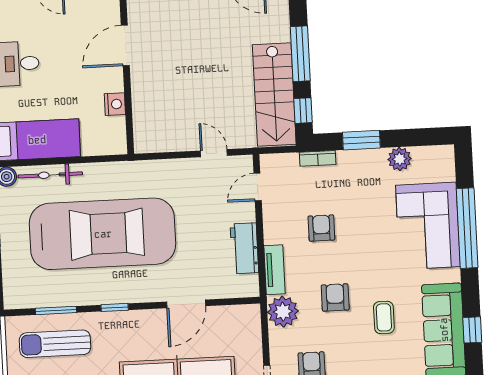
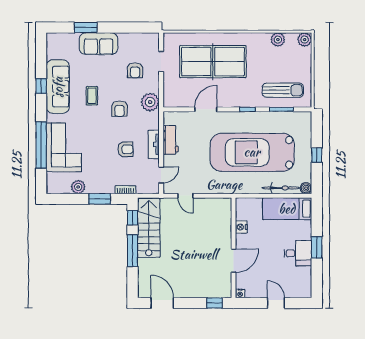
armchair: (321, 228) -> (125, 149), turned -90
tv unit: (274, 270) -> (154, 144), moved

